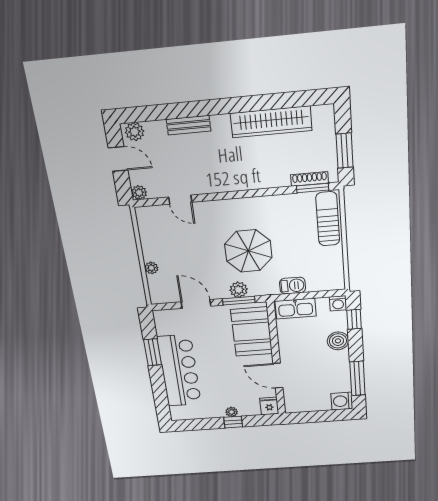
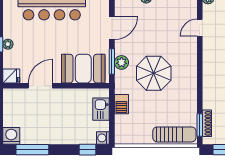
kitchen sink: (296, 309) -> (101, 109), width x0.73
boiler: (338, 341) -> (69, 136), removed

